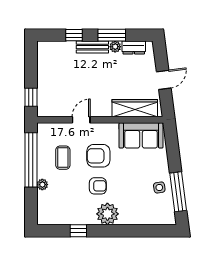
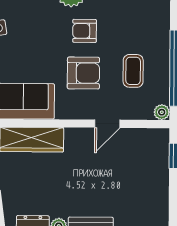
plant: (42, 185) -> (162, 112), moved

